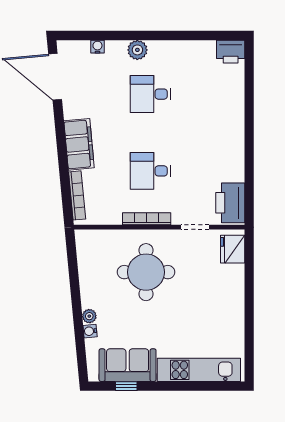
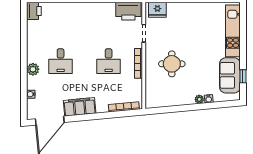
filing cabinet: (79, 144) -> (80, 107), moved
round table: (146, 272) -> (172, 64), width x0.73, depth x0.73

